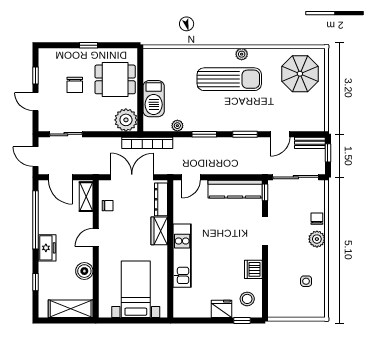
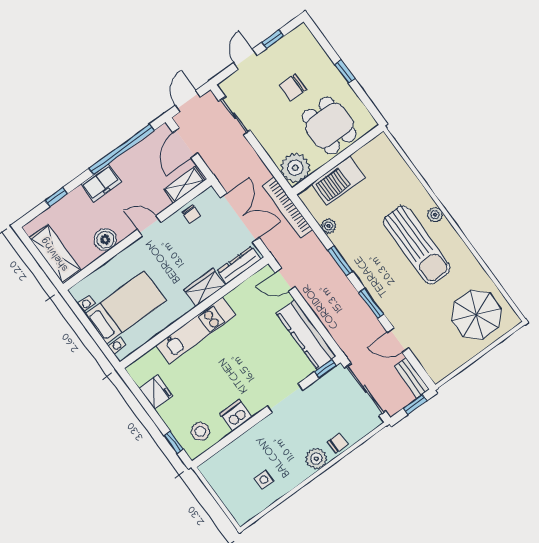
plant: (242, 54) -> (435, 215), moved
fridge: (222, 309) -> (156, 392), moved

